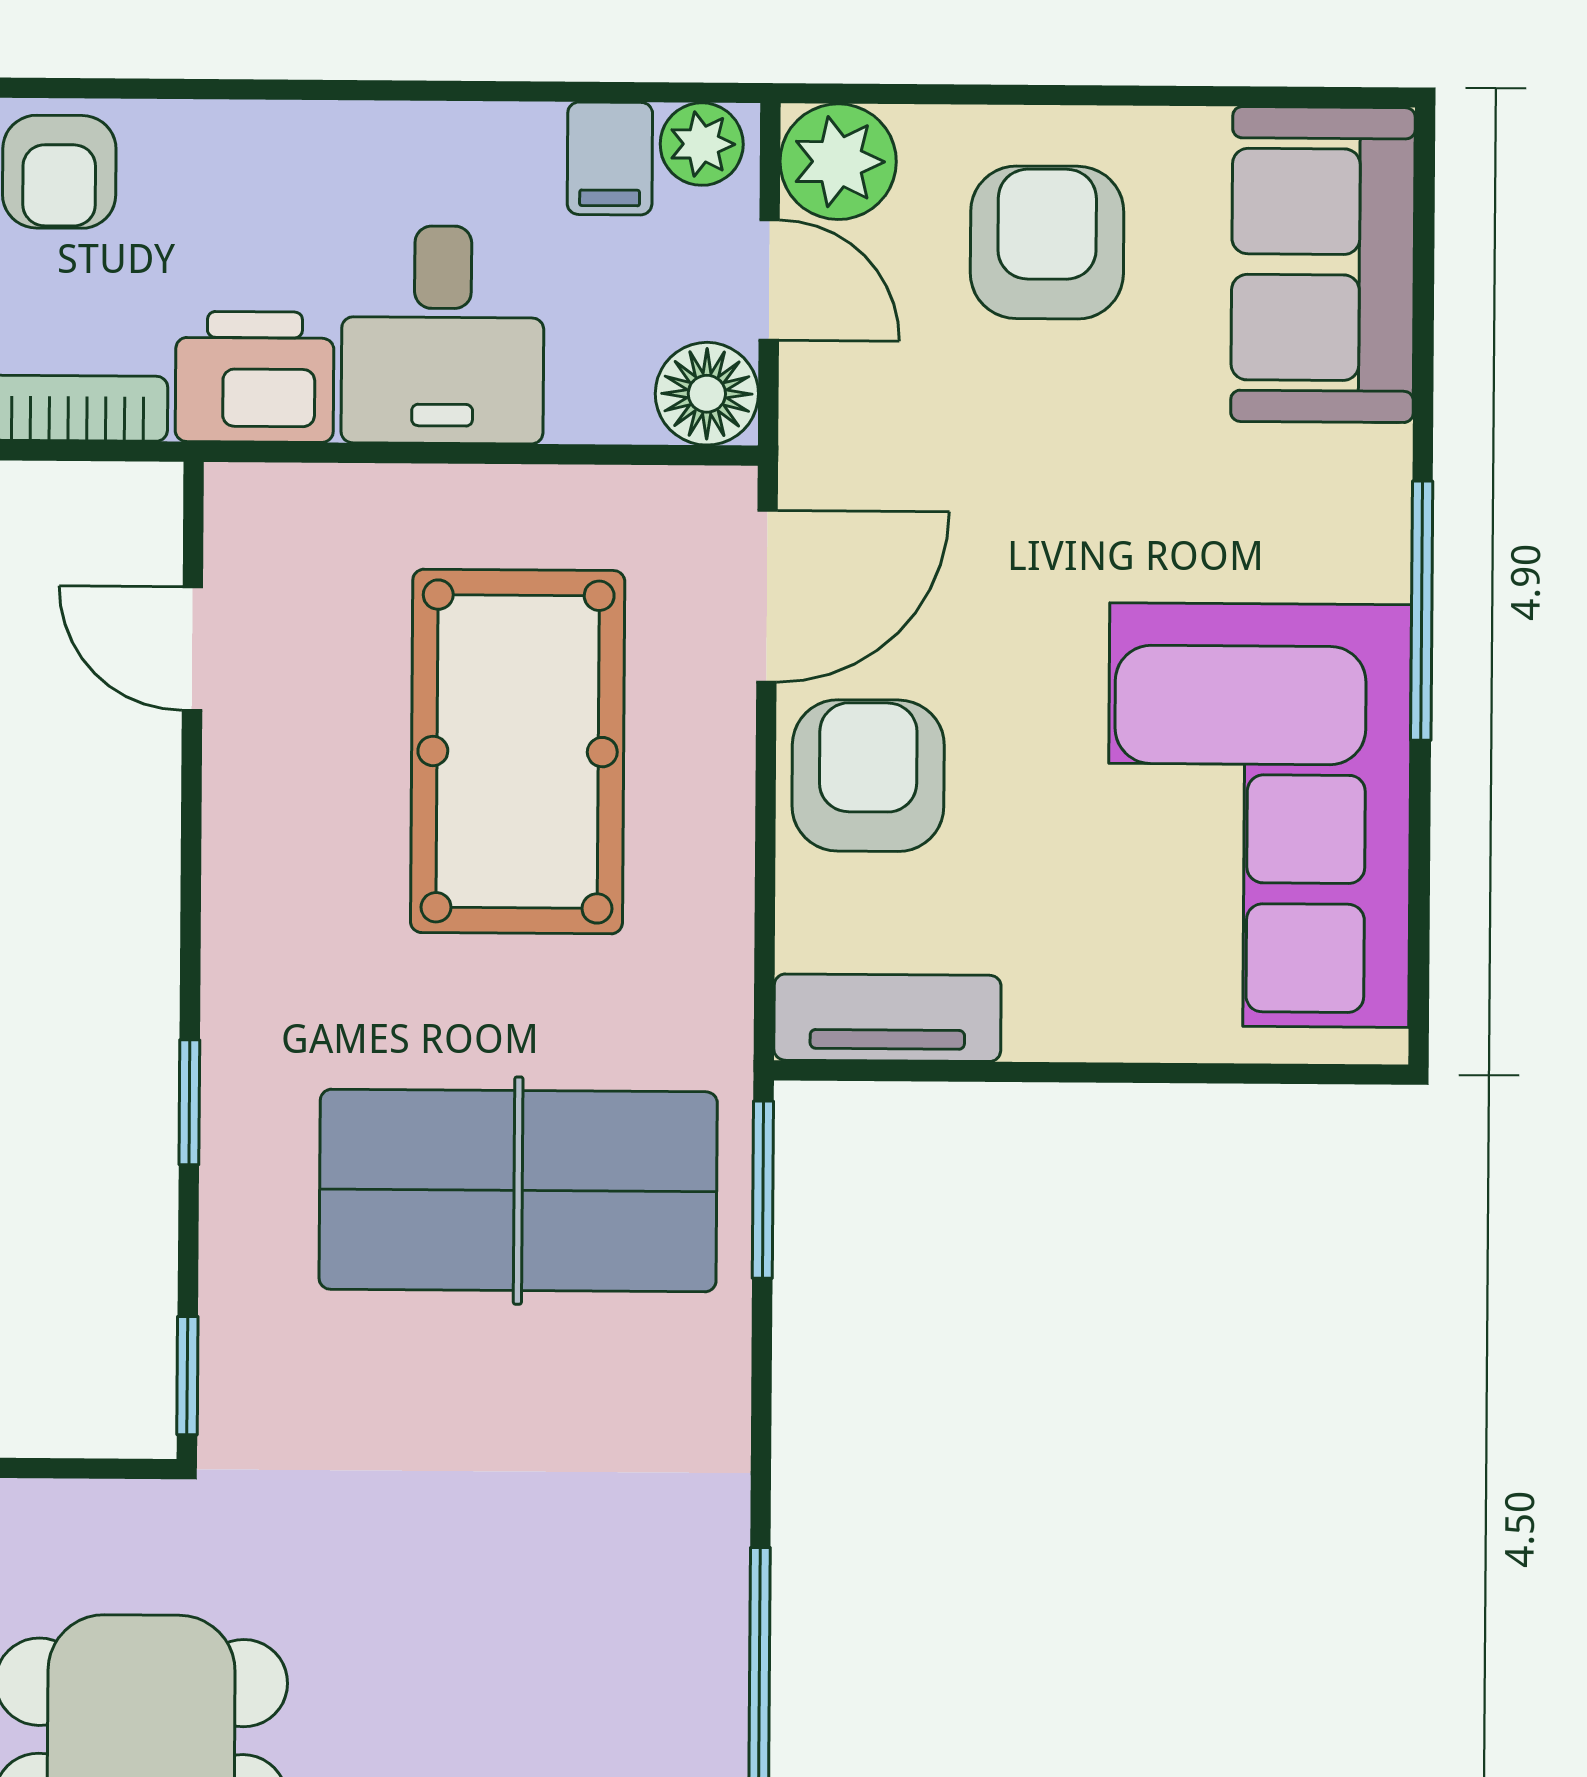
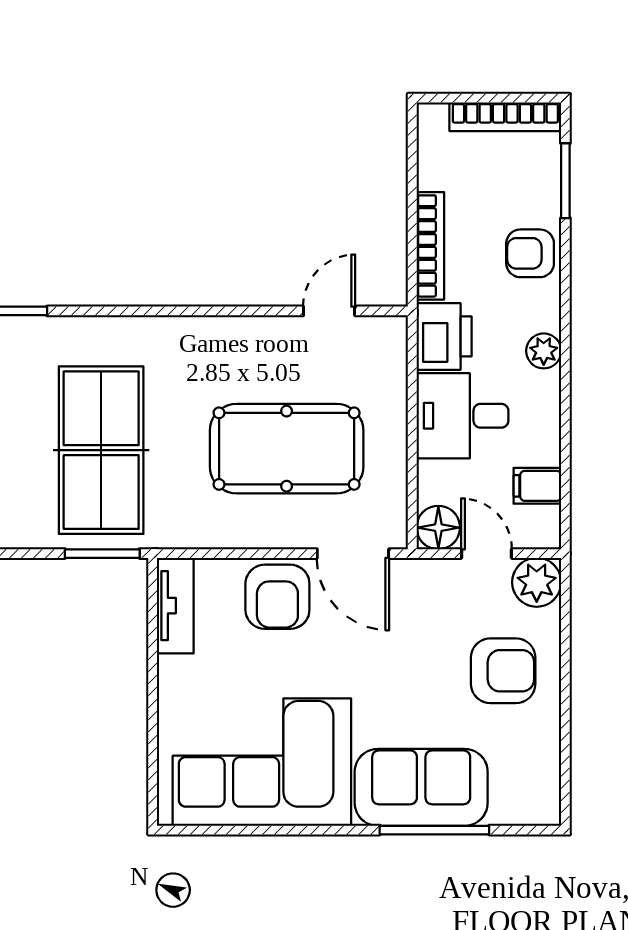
plant: (702, 144) -> (544, 351), moved
sofa: (1323, 265) -> (421, 787), moved
door: (769, 280) -> (486, 554), swing flipped
window: (1422, 611) -> (434, 830), moved
armchair: (868, 776) -> (277, 597), turned 90
window: (189, 1102) -> (137, 311), removed

